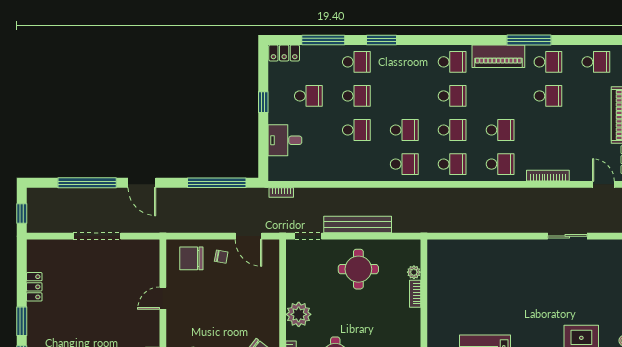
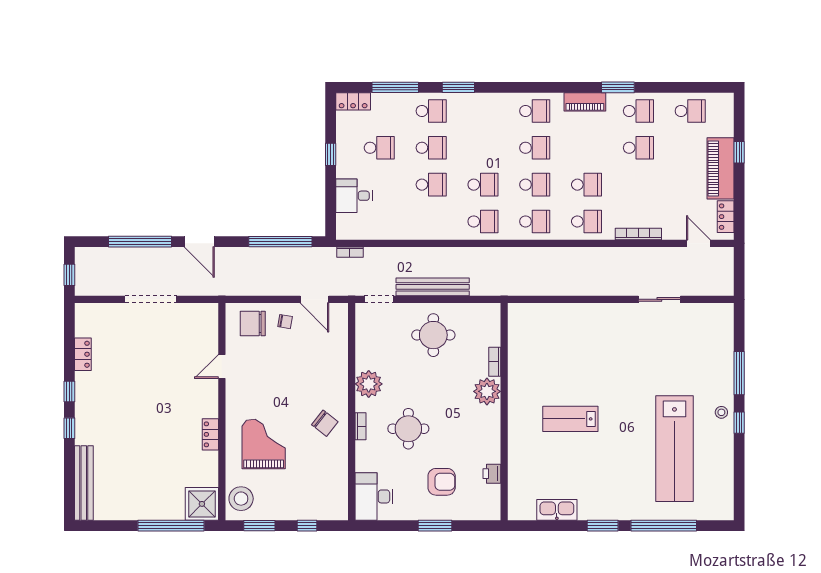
window: (529, 40) -> (618, 87), width x0.69
piano: (498, 56) -> (585, 102), width x0.73, depth x0.75
plant: (414, 272) -> (487, 391), moved, width x1.87, depth x1.87
window: (22, 321) -> (69, 391), width x0.67

